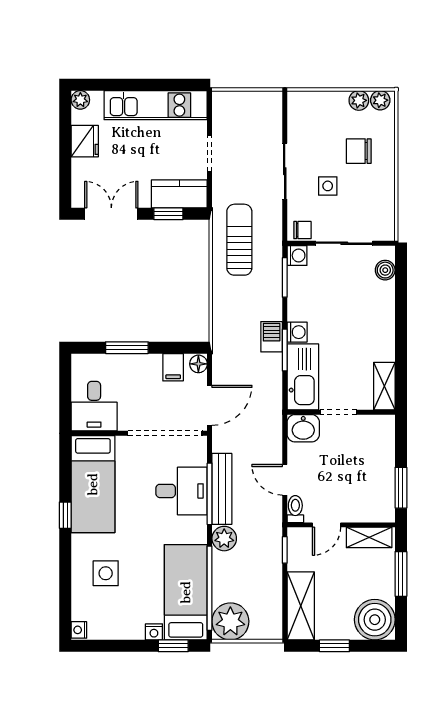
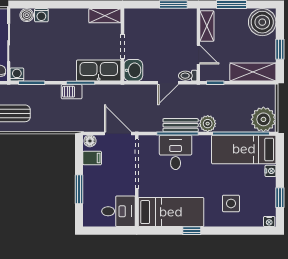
washing machine: (297, 332) -> (41, 15), moved, turned 180
bench: (222, 489) -> (181, 125), width x0.73
window: (173, 646) -> (280, 198), moved

